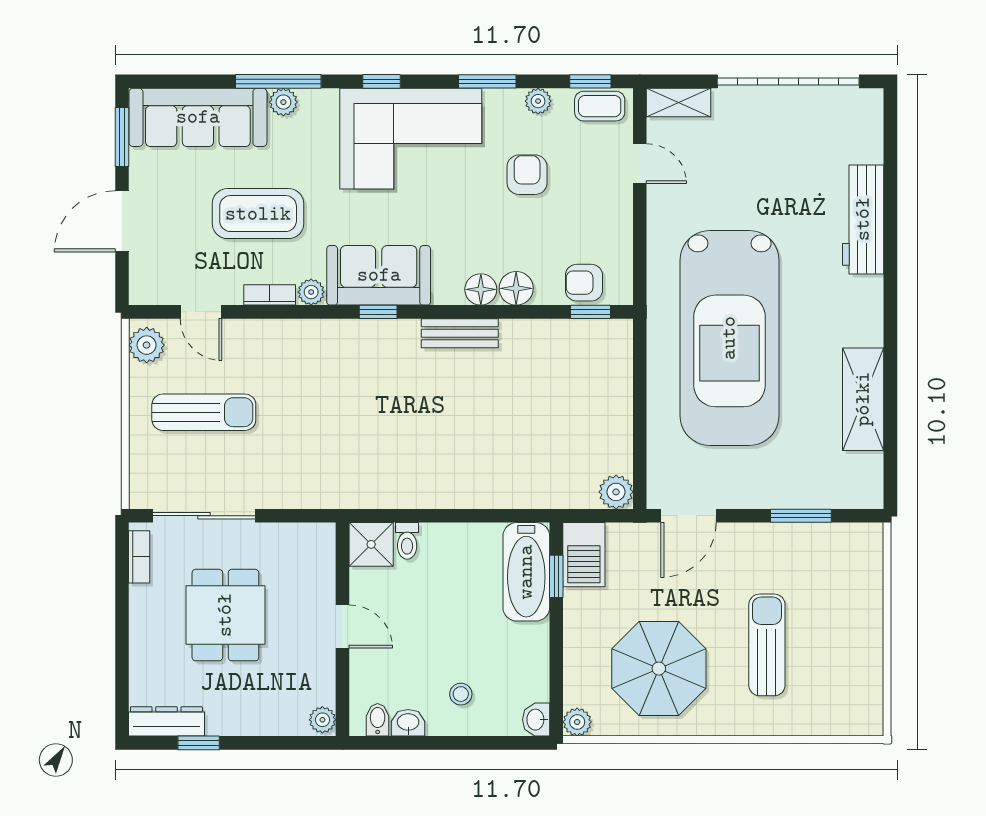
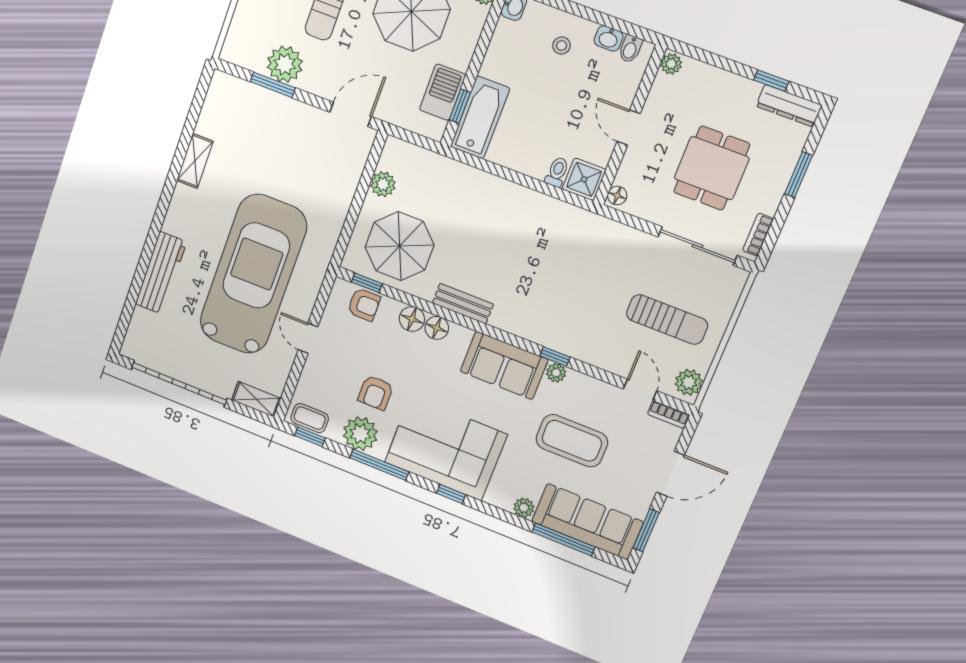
window: (278, 81) -> (563, 539), moved
window: (487, 81) -> (379, 465), width x1.44
plant: (538, 101) -> (360, 434), width x1.88, depth x1.88
door: (640, 164) -> (308, 338), moved
bookcase: (270, 295) -> (669, 415), moved
window: (378, 312) -> (555, 357), moved
car: (729, 338) -> (253, 274), moved
parasol: (566, 375) -> (400, 246), added
shelving: (863, 399) -> (195, 161), width x0.67, depth x0.75
sun lounger: (204, 412) -> (667, 319), turned 180
plant: (616, 492) -> (383, 184), moved
floor lamp: (324, 540) -> (617, 196), added
plant: (795, 547) -> (285, 64), added
barbecue: (584, 555) -> (443, 92), moved
window: (122, 645) -> (799, 175), added

